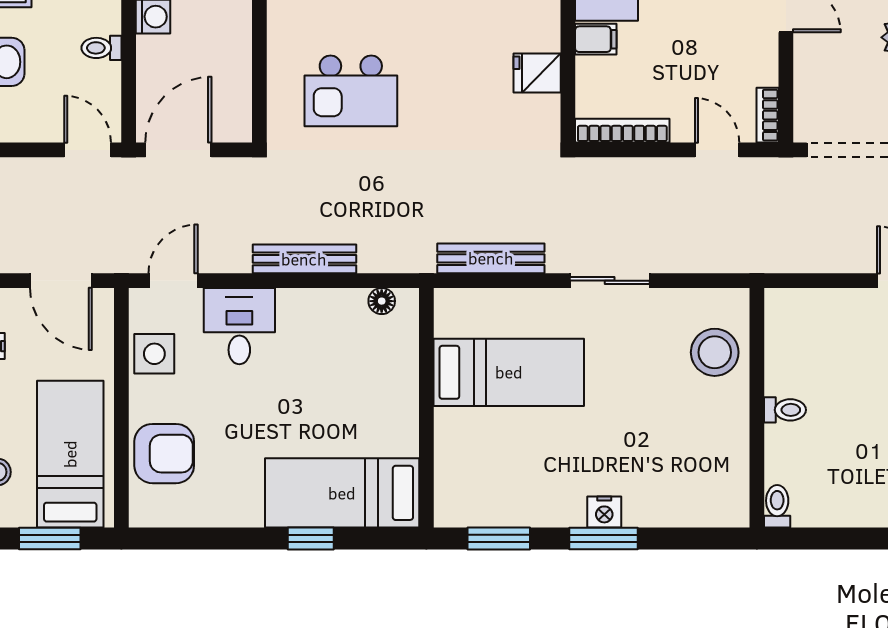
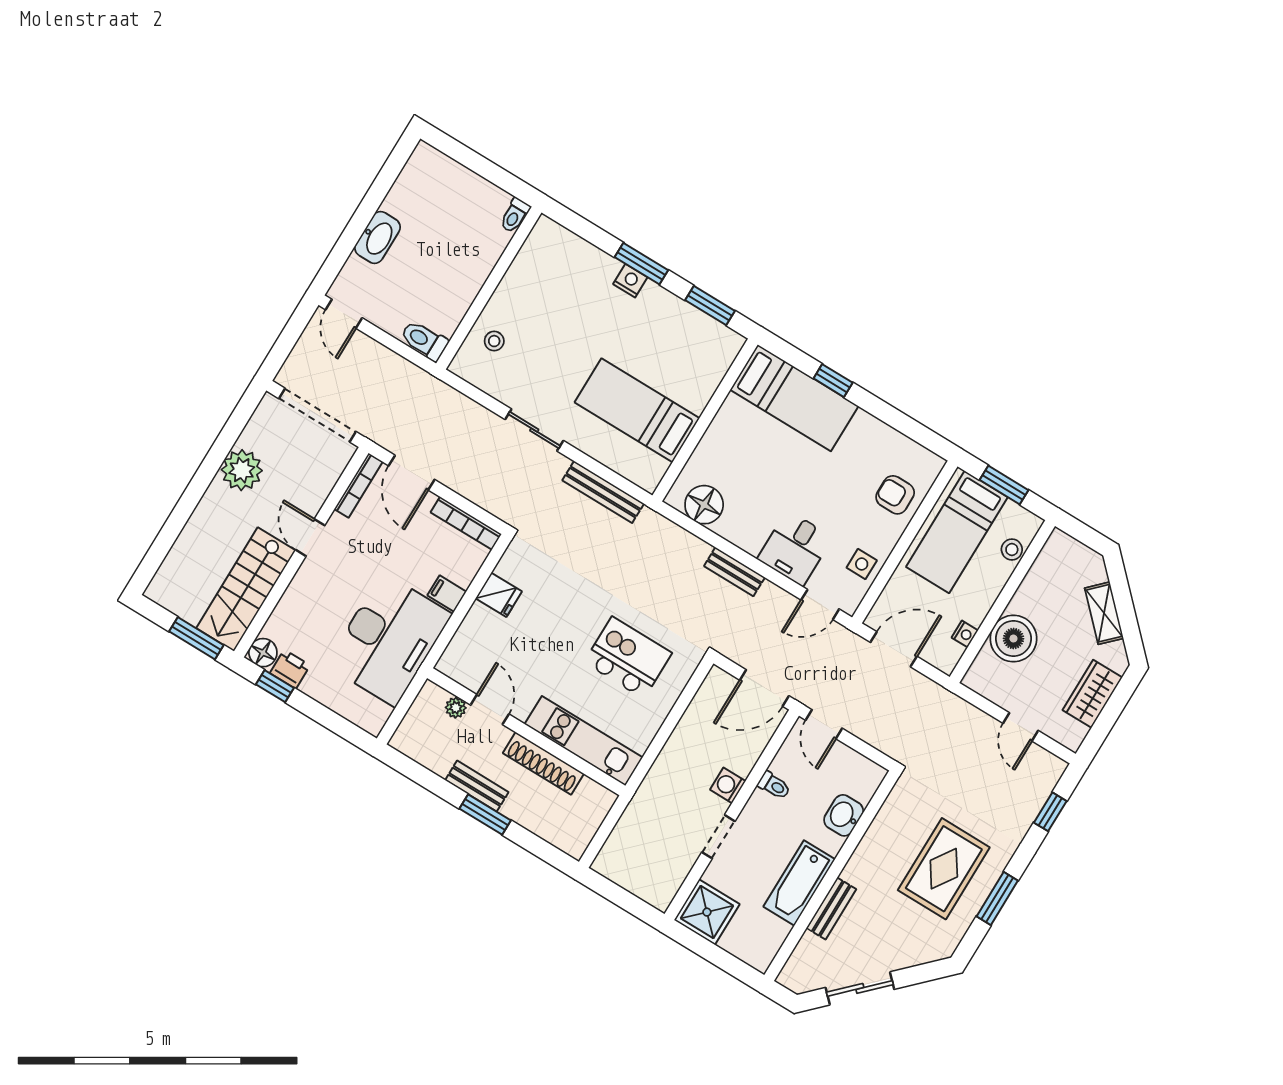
bookcase: (768, 115) -> (359, 485), width x1.56
door: (717, 150) -> (412, 473), width x1.38
bench: (304, 259) -> (734, 572), width x0.73
door: (61, 281) -> (894, 649), hinge flipped
floor lamp: (382, 301) -> (704, 505), width x1.89, depth x1.89
stool: (715, 352) -> (494, 341), width x0.53, depth x0.53
side table: (154, 354) -> (862, 564), width x0.73, depth x0.73
toilet: (785, 410) -> (424, 340), moved, width x1.37, depth x1.39
armchair: (164, 454) -> (895, 495), width x0.72, depth x0.72

